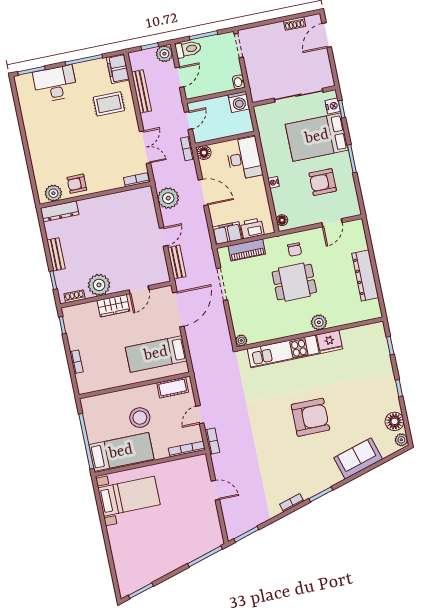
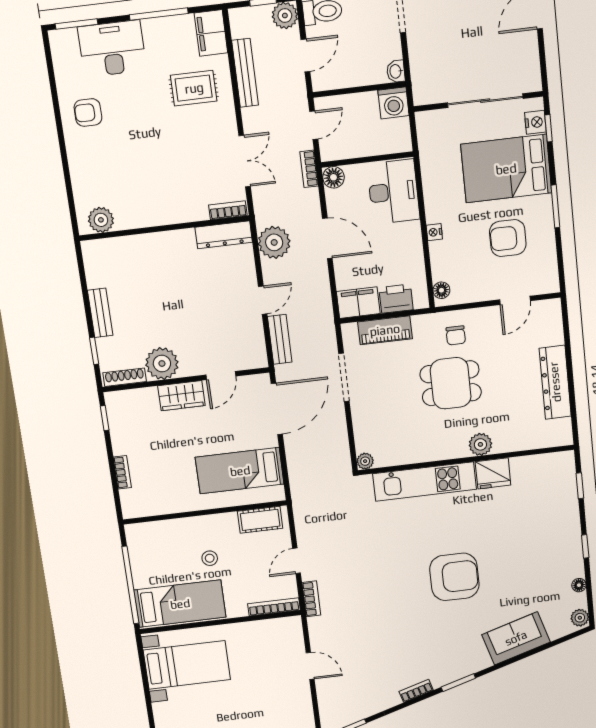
armchair: (77, 184) -> (88, 112), moved
dresser: (60, 211) -> (224, 235), moved
shoe rack: (75, 296) -> (125, 377), width x1.43
stool: (140, 418) -> (210, 558), width x0.53, depth x0.53
floor lamp: (395, 421) -> (579, 585), width x0.53, depth x0.53

